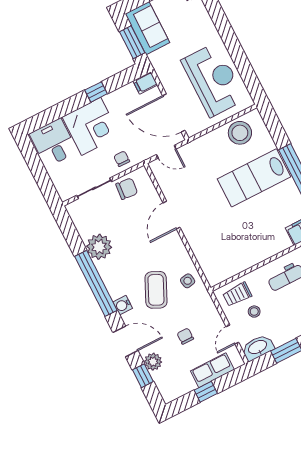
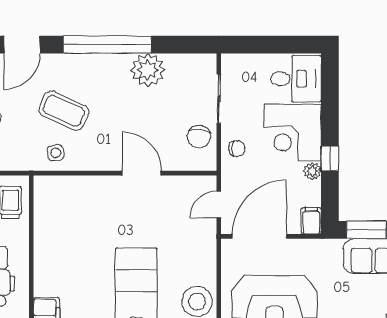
plant: (111, 99) -> (312, 171), added
water cooler: (123, 305) -> (66, 63), removed

